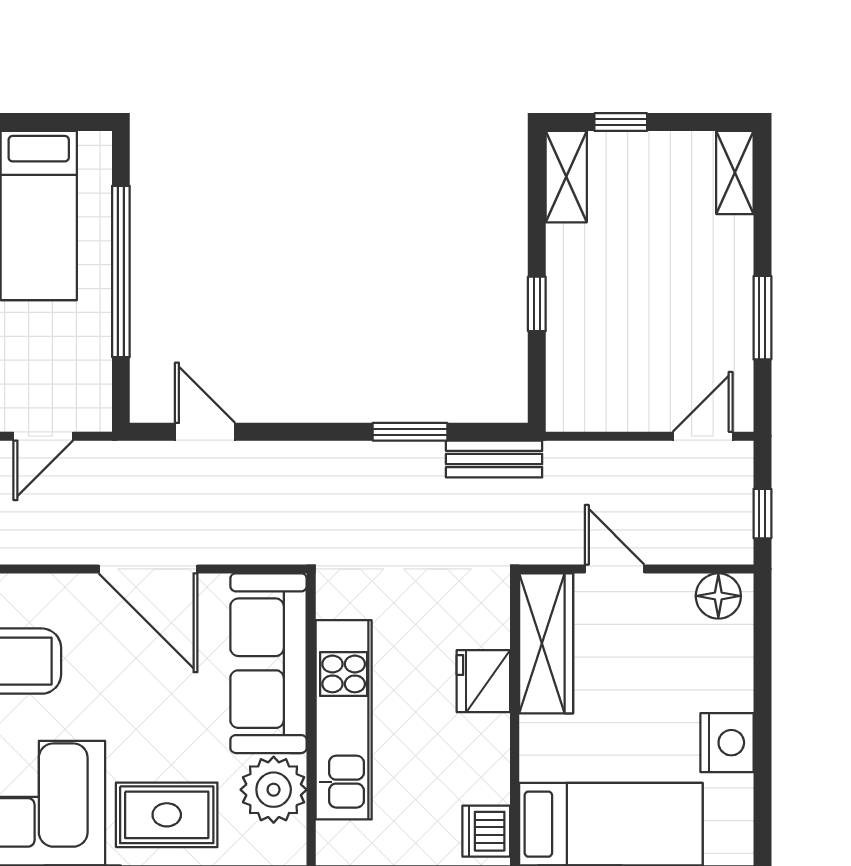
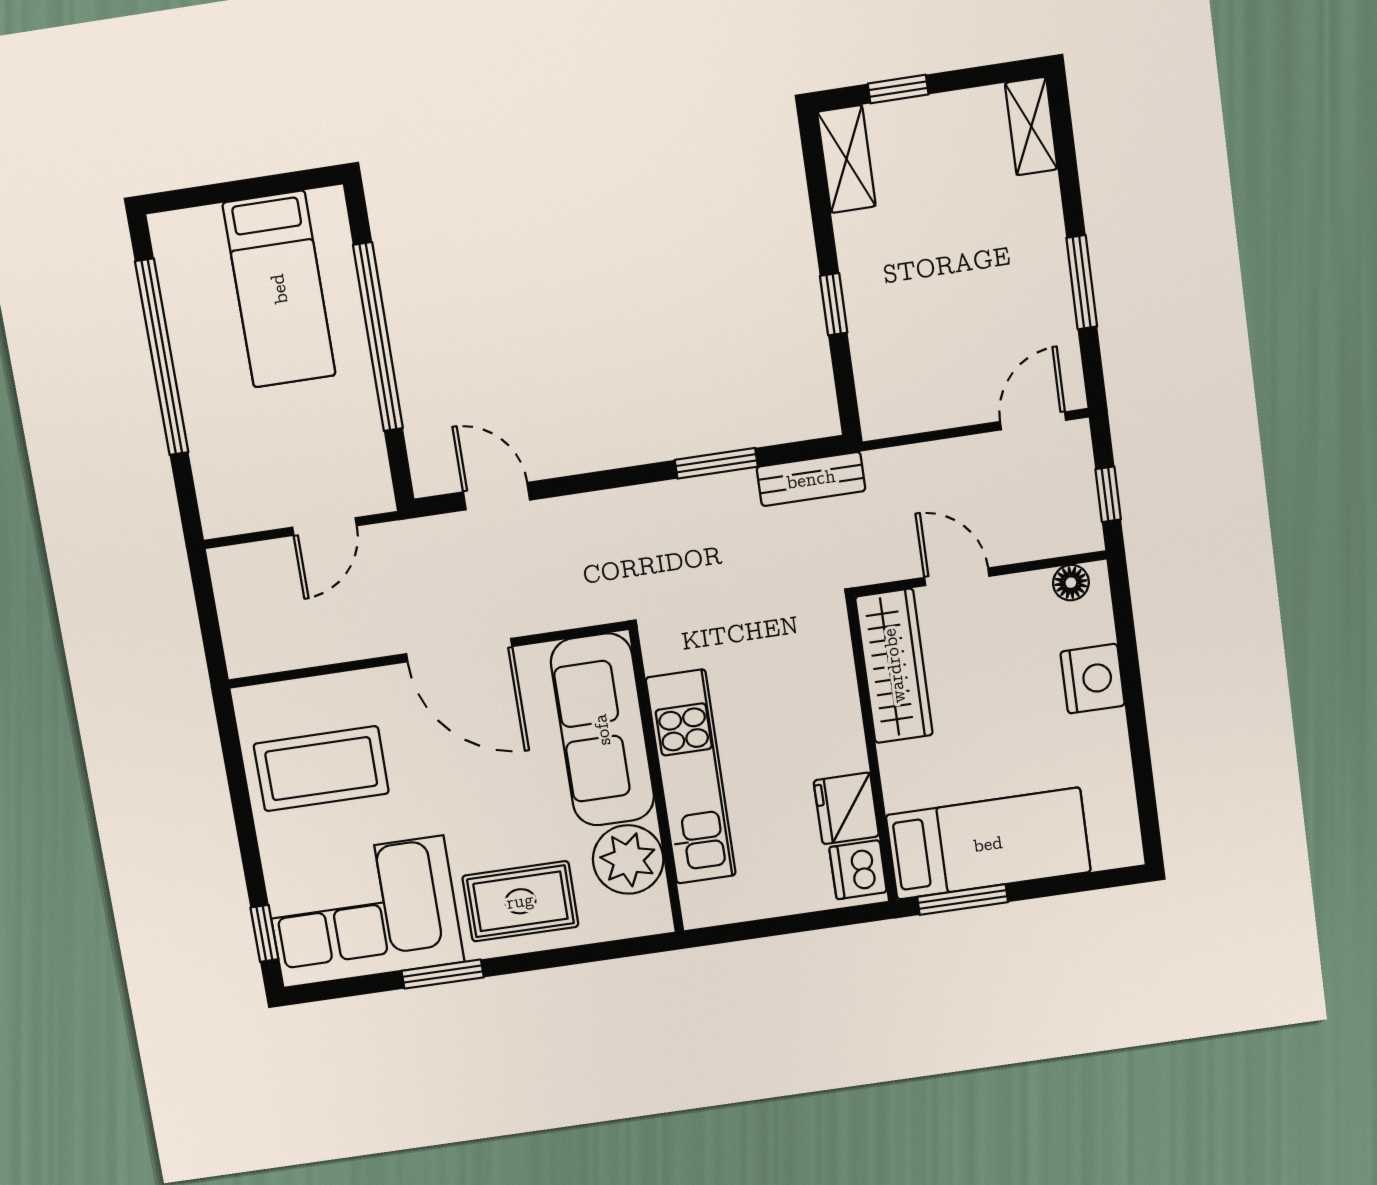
floor lamp: (718, 596) -> (1071, 583), width x0.73, depth x0.73
fridge: (483, 681) -> (846, 808), moved
nightstand: (727, 743) -> (1093, 679), moved

